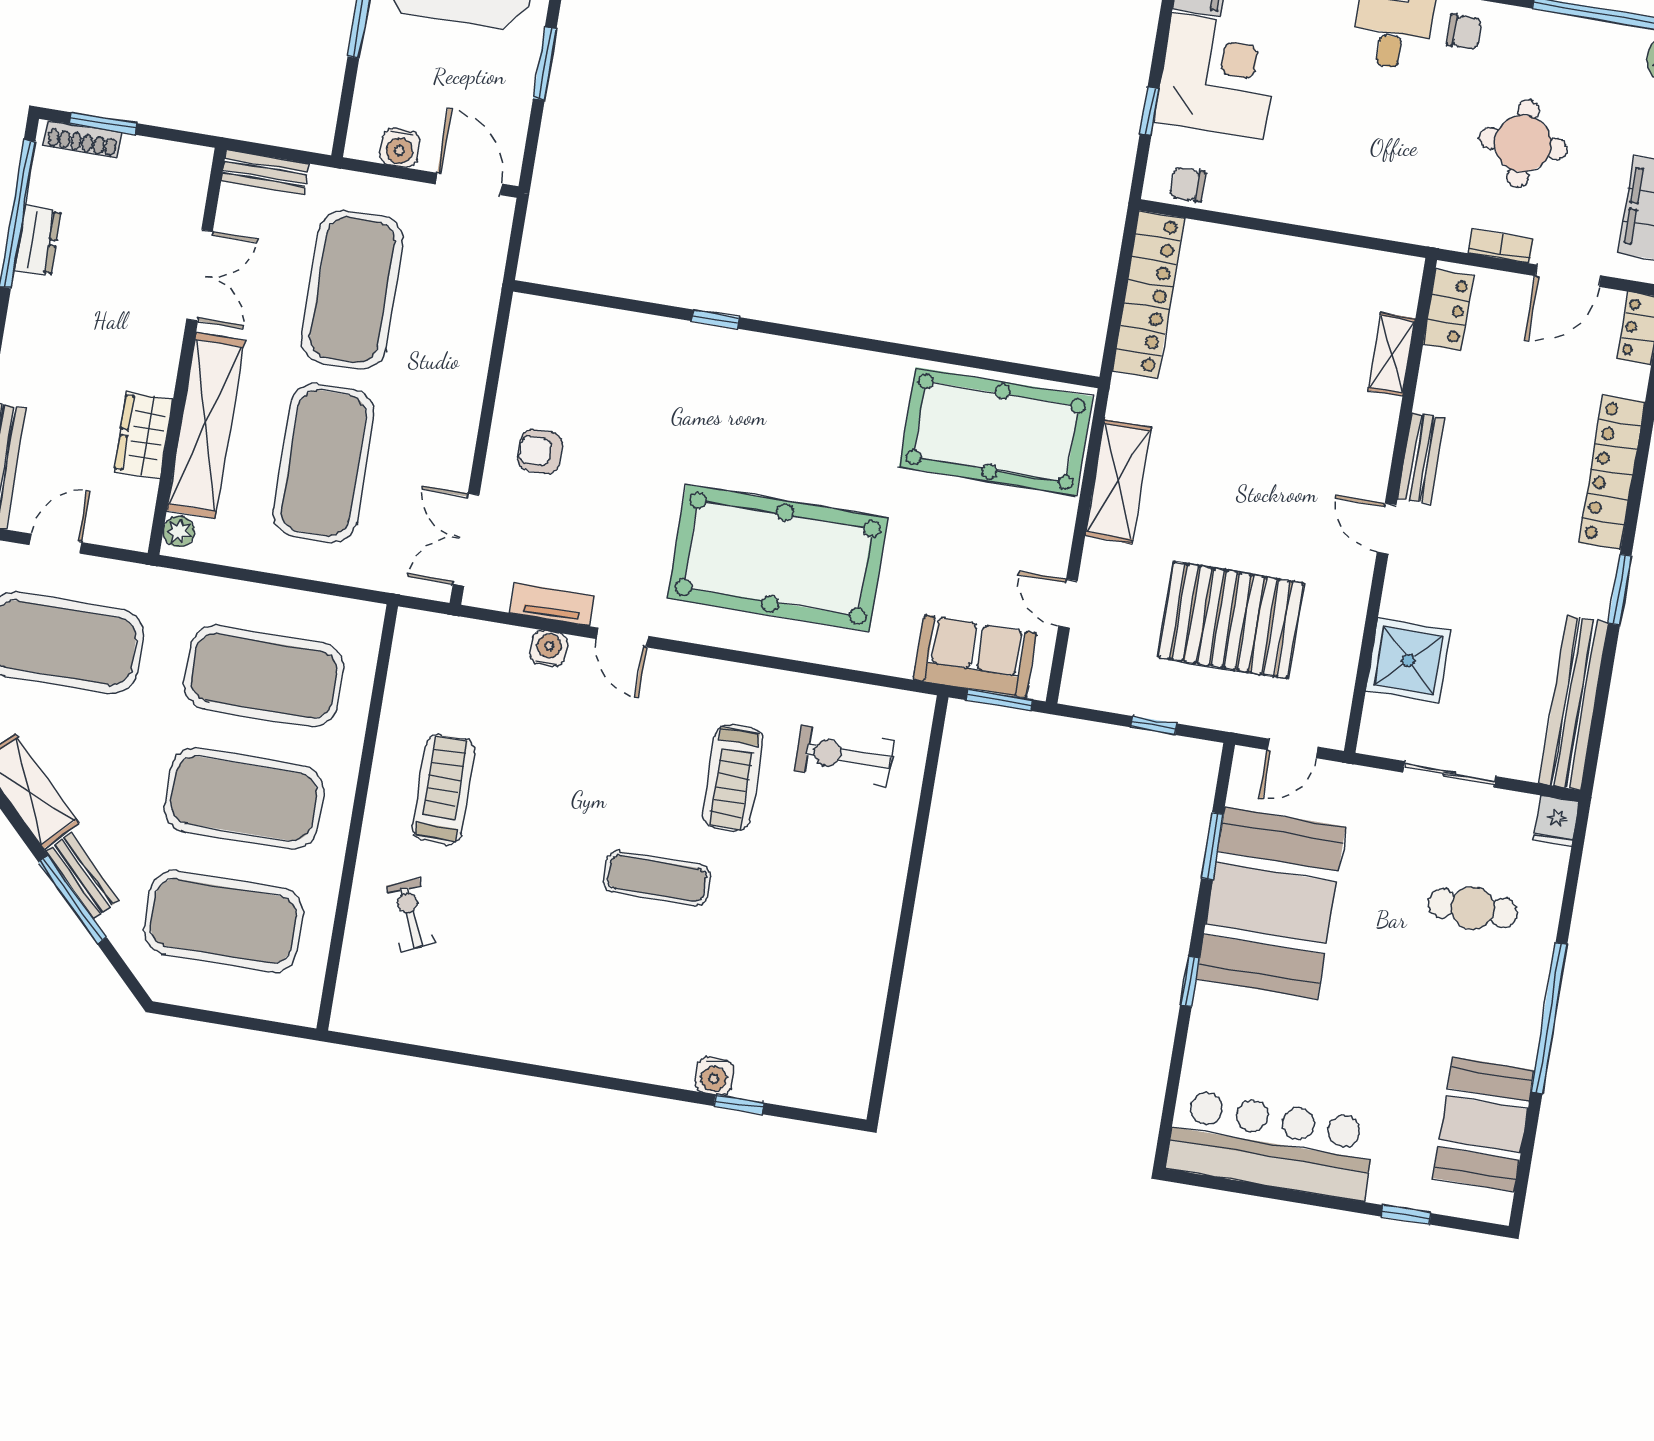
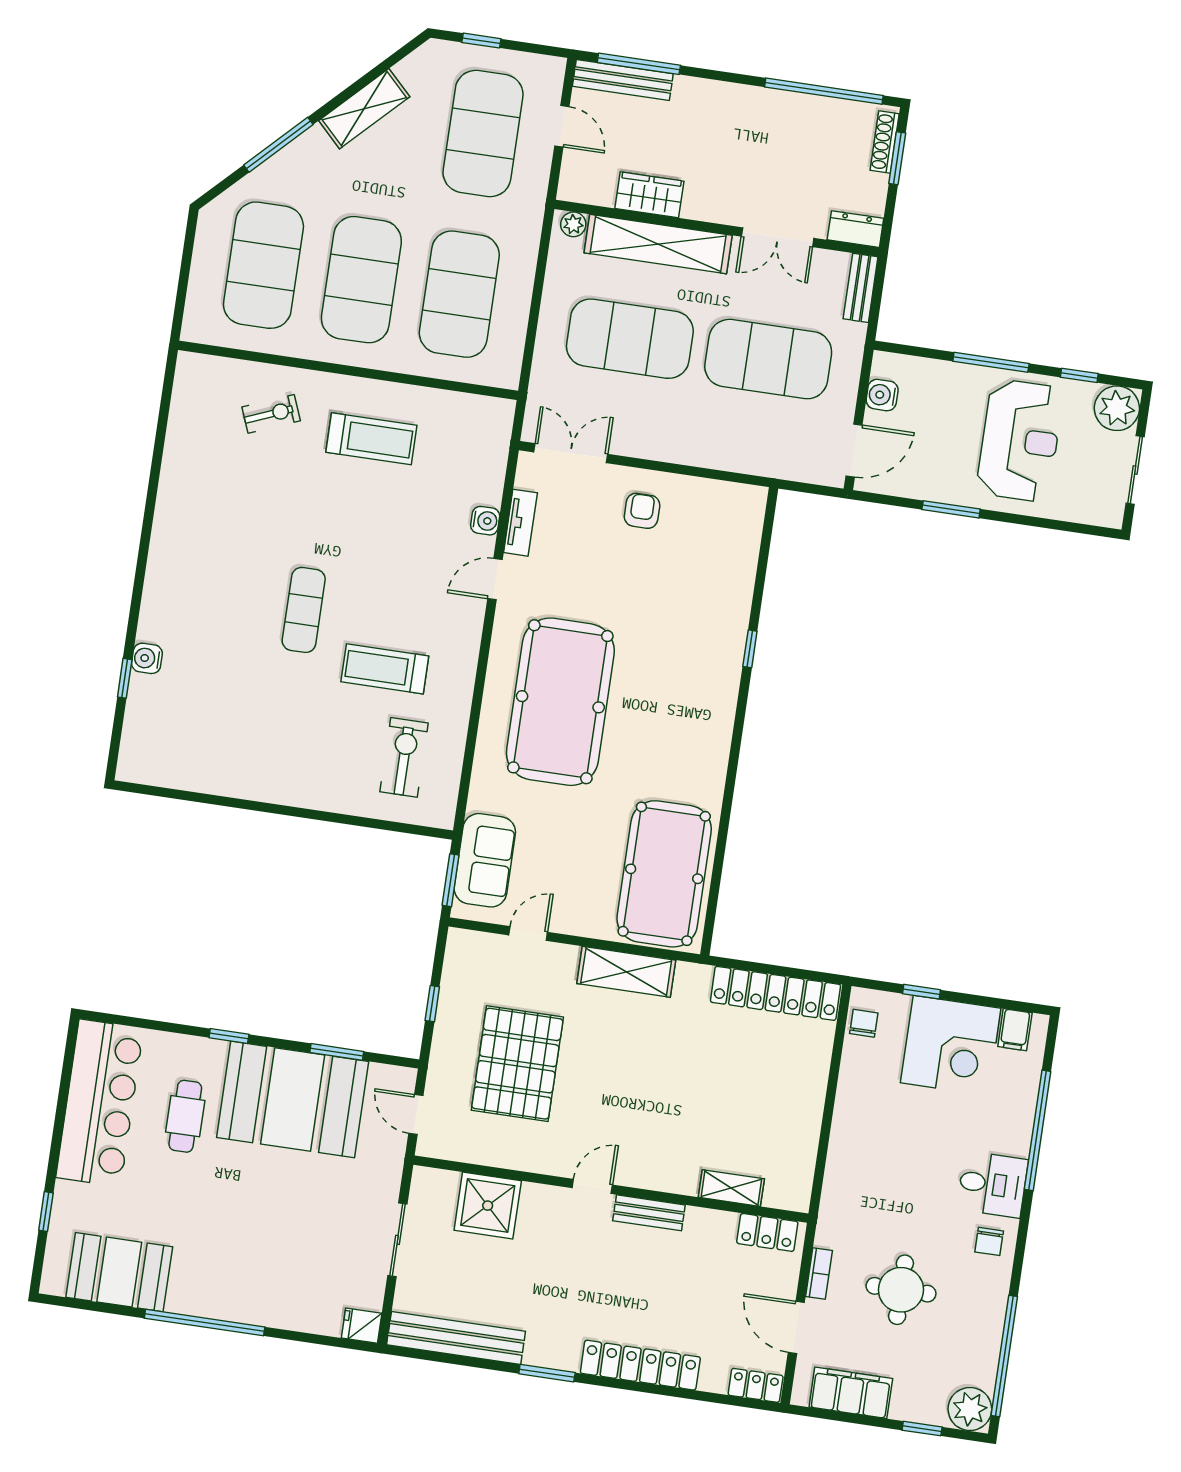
dresser: (38, 240) -> (855, 229), moved, turned 180
bench: (82, 876) -> (298, 152), removed
cafe table: (1473, 908) -> (185, 1116), moved

